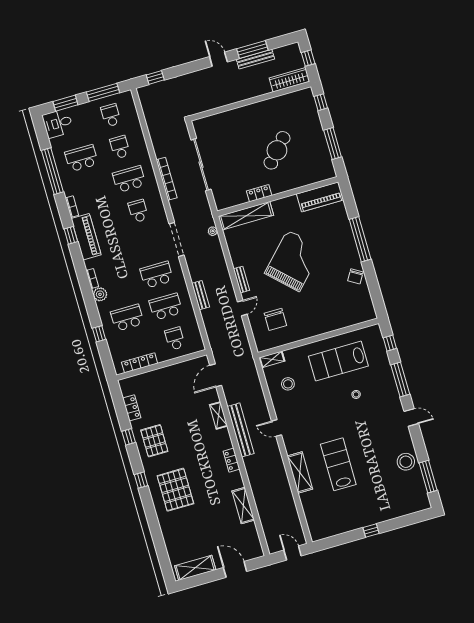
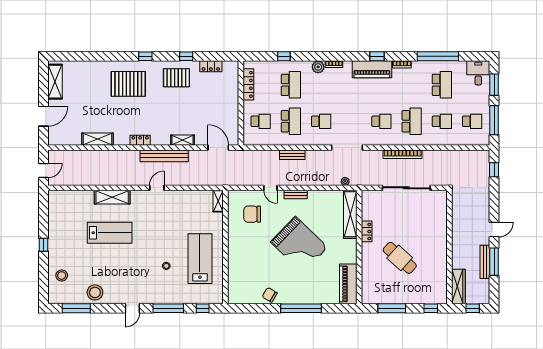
school desk: (157, 275) -> (321, 121), width x0.54
stool: (288, 384) -> (62, 275), moved

